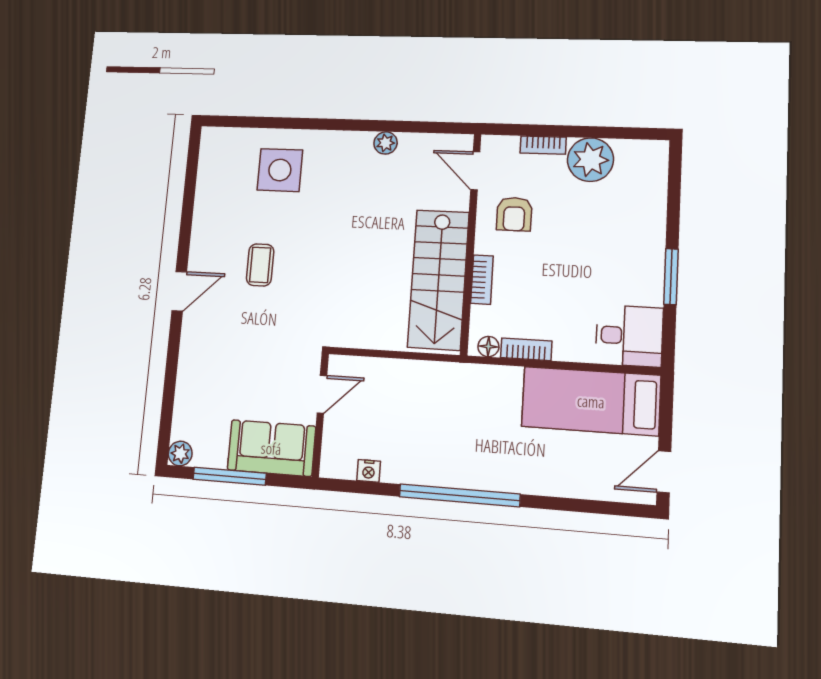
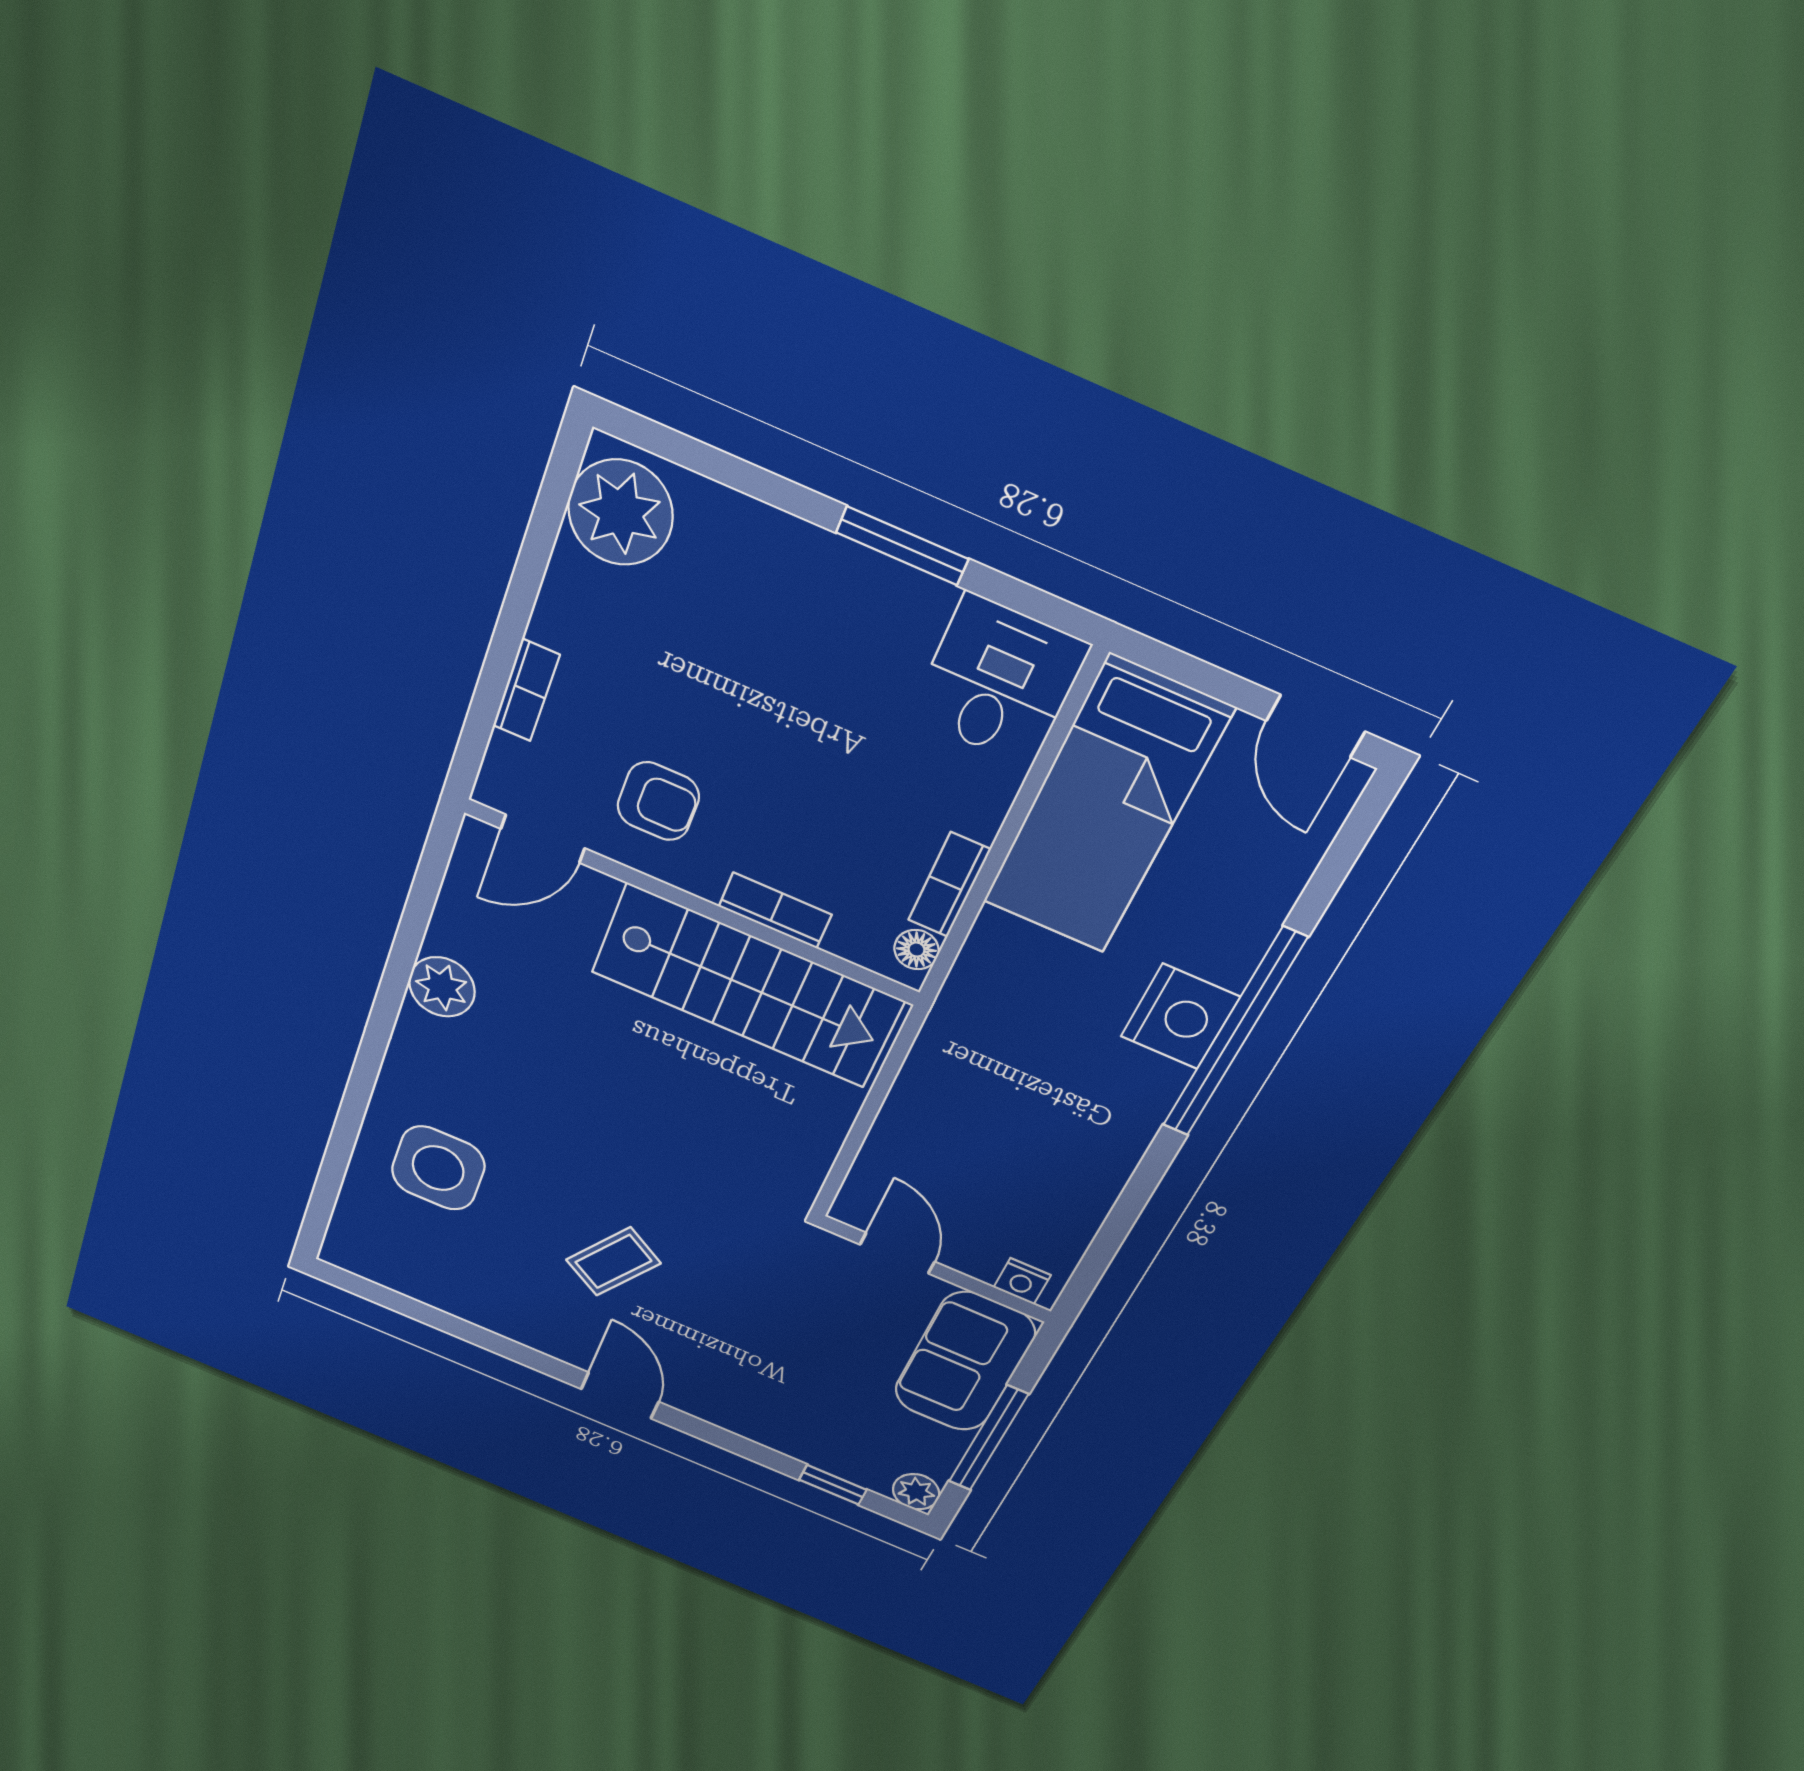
plant: (386, 143) -> (442, 987), width x1.38, depth x1.38
plant: (590, 160) -> (620, 512), moved
coffee table: (260, 265) -> (613, 1261), turned -57
window: (167, 411) -> (833, 1485), added
nightstand: (369, 471) -> (1022, 1281), moved, turned 90
nightstand: (504, 473) -> (1180, 1017), added
window: (459, 495) -> (1234, 1034), moved

